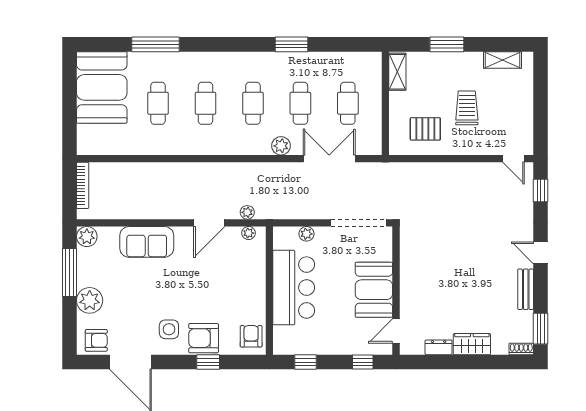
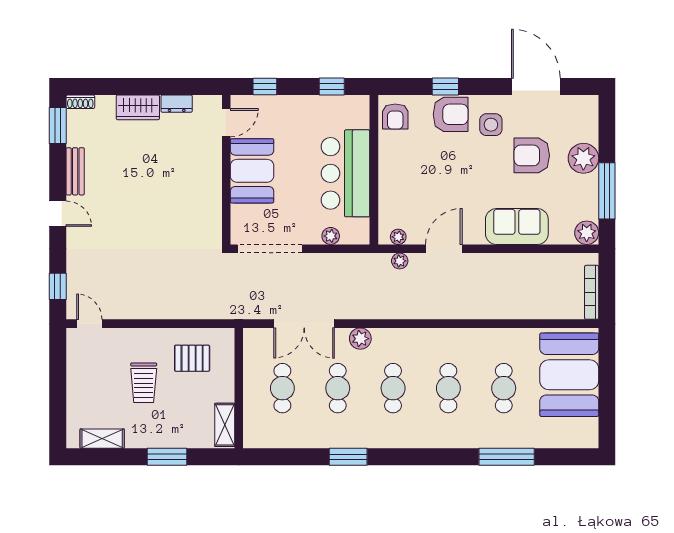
booth: (102, 87) -> (569, 375), moved
armchair: (96, 340) -> (532, 155), moved, width x1.38, depth x1.38

